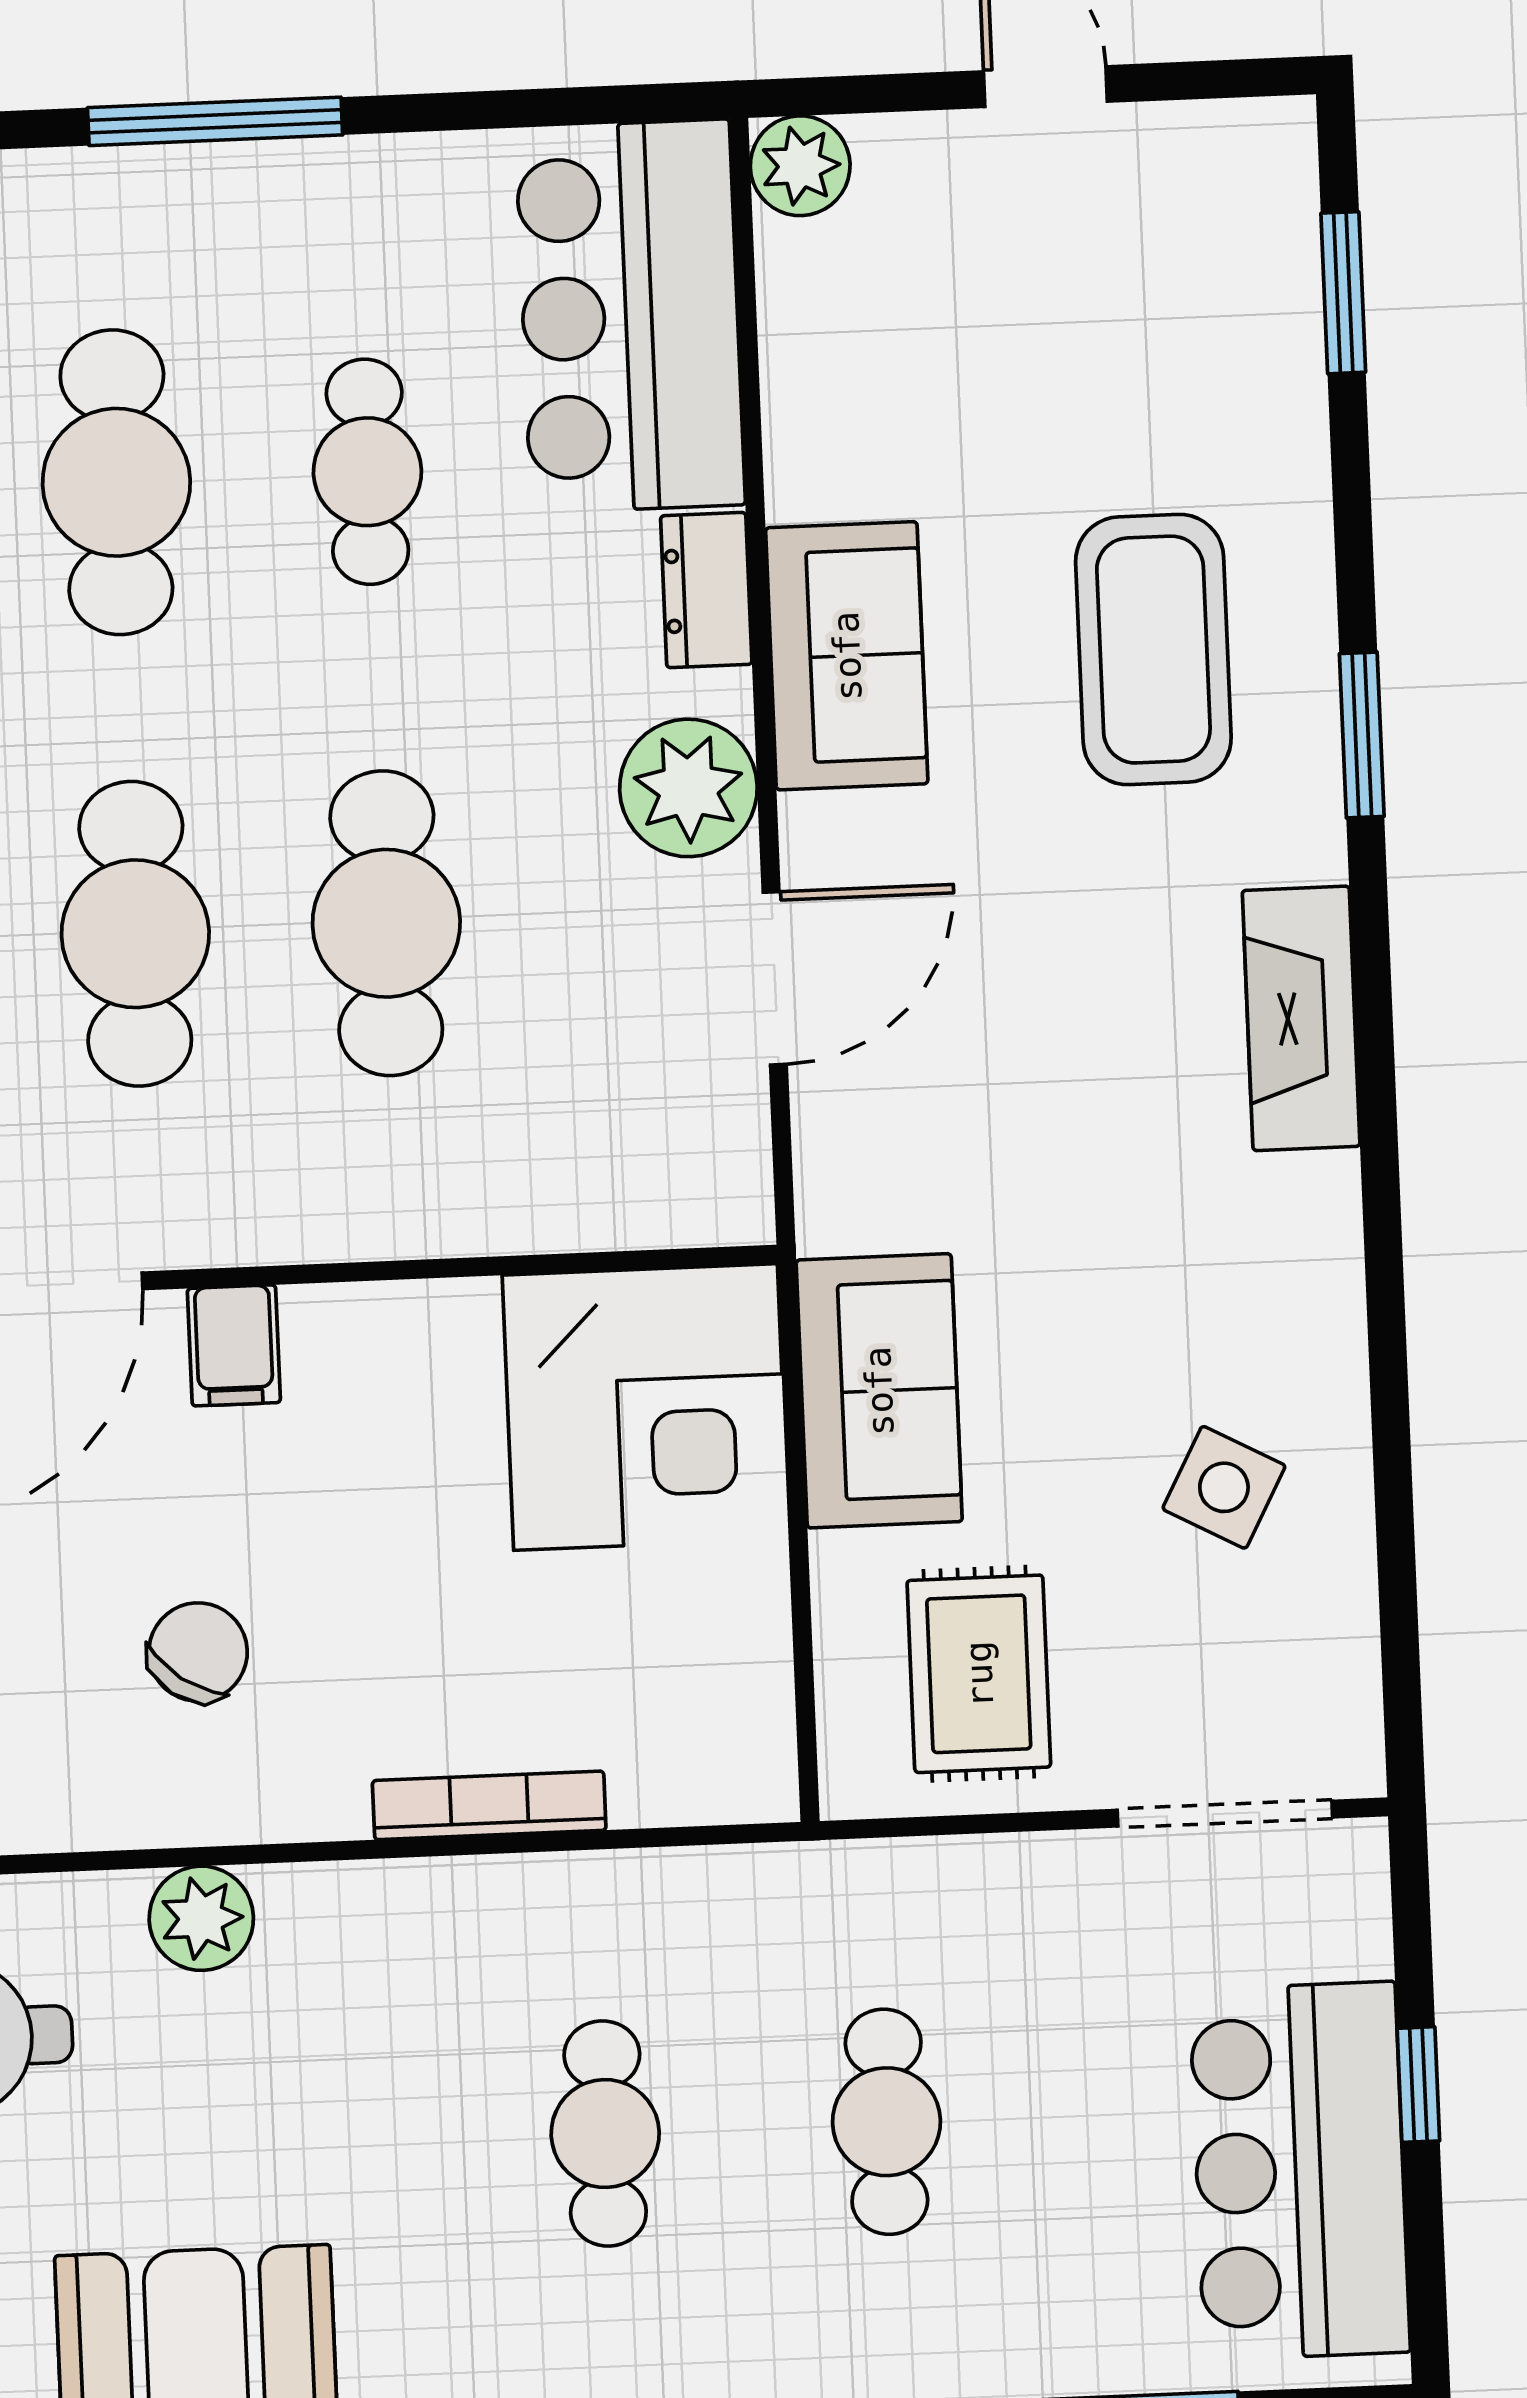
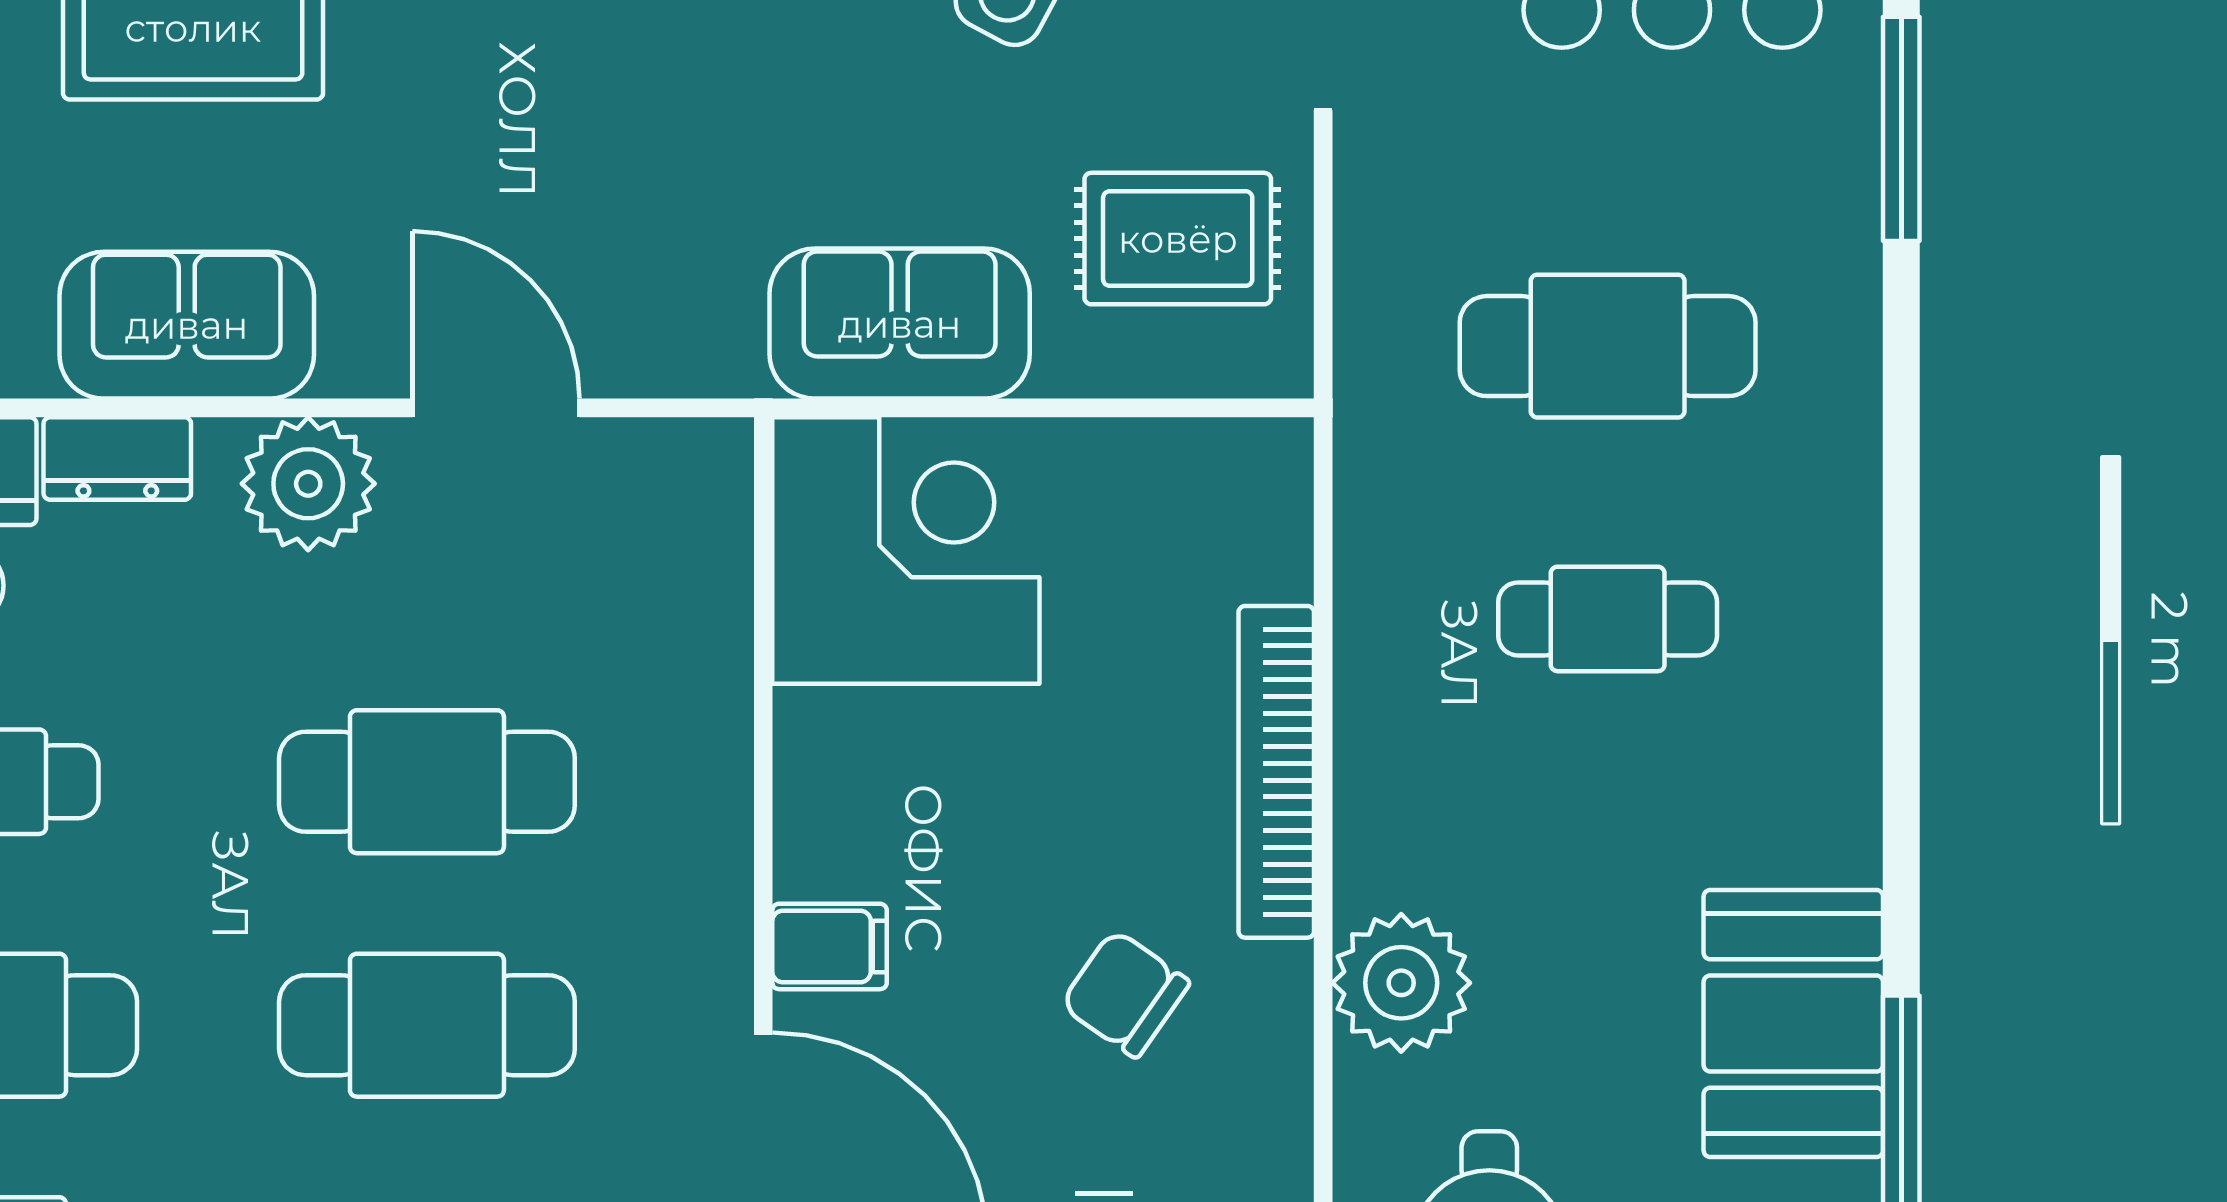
bookcase: (489, 1805) -> (1276, 772), width x1.48, depth x1.31
plant: (201, 1918) -> (1401, 983), width x1.36, depth x1.36
cafe table: (887, 2122) -> (1608, 346), width x1.37, depth x1.35

